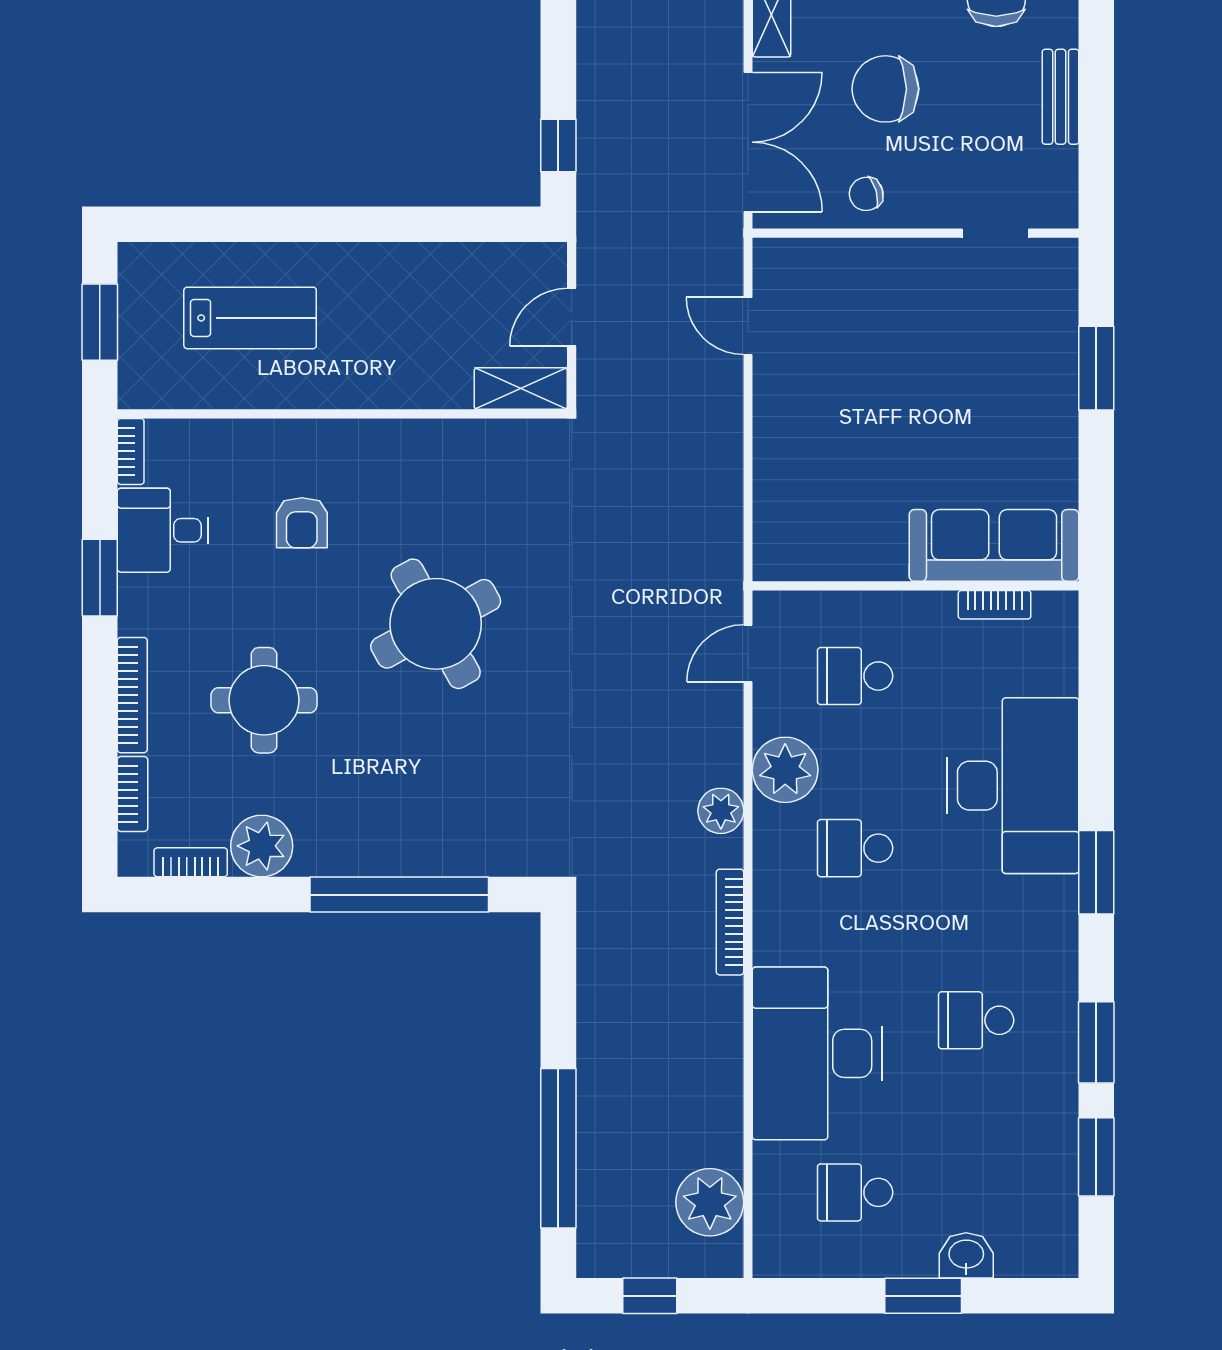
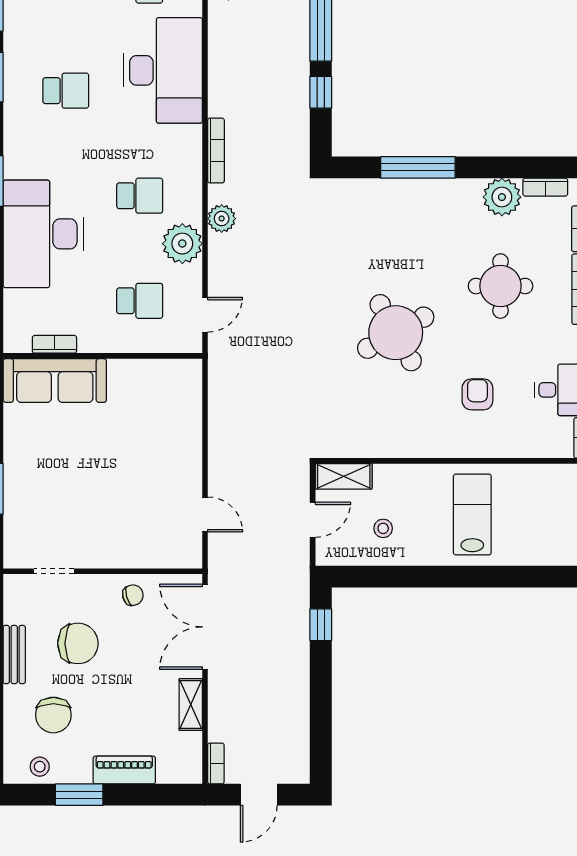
chair: (885, 89) -> (78, 643), moved
stool: (456, 303) -> (383, 528), added
lab bench: (250, 318) -> (472, 514), moved, turned 90
window: (399, 895) -> (418, 167), width x0.68
window: (558, 1018) -> (321, 92), added

